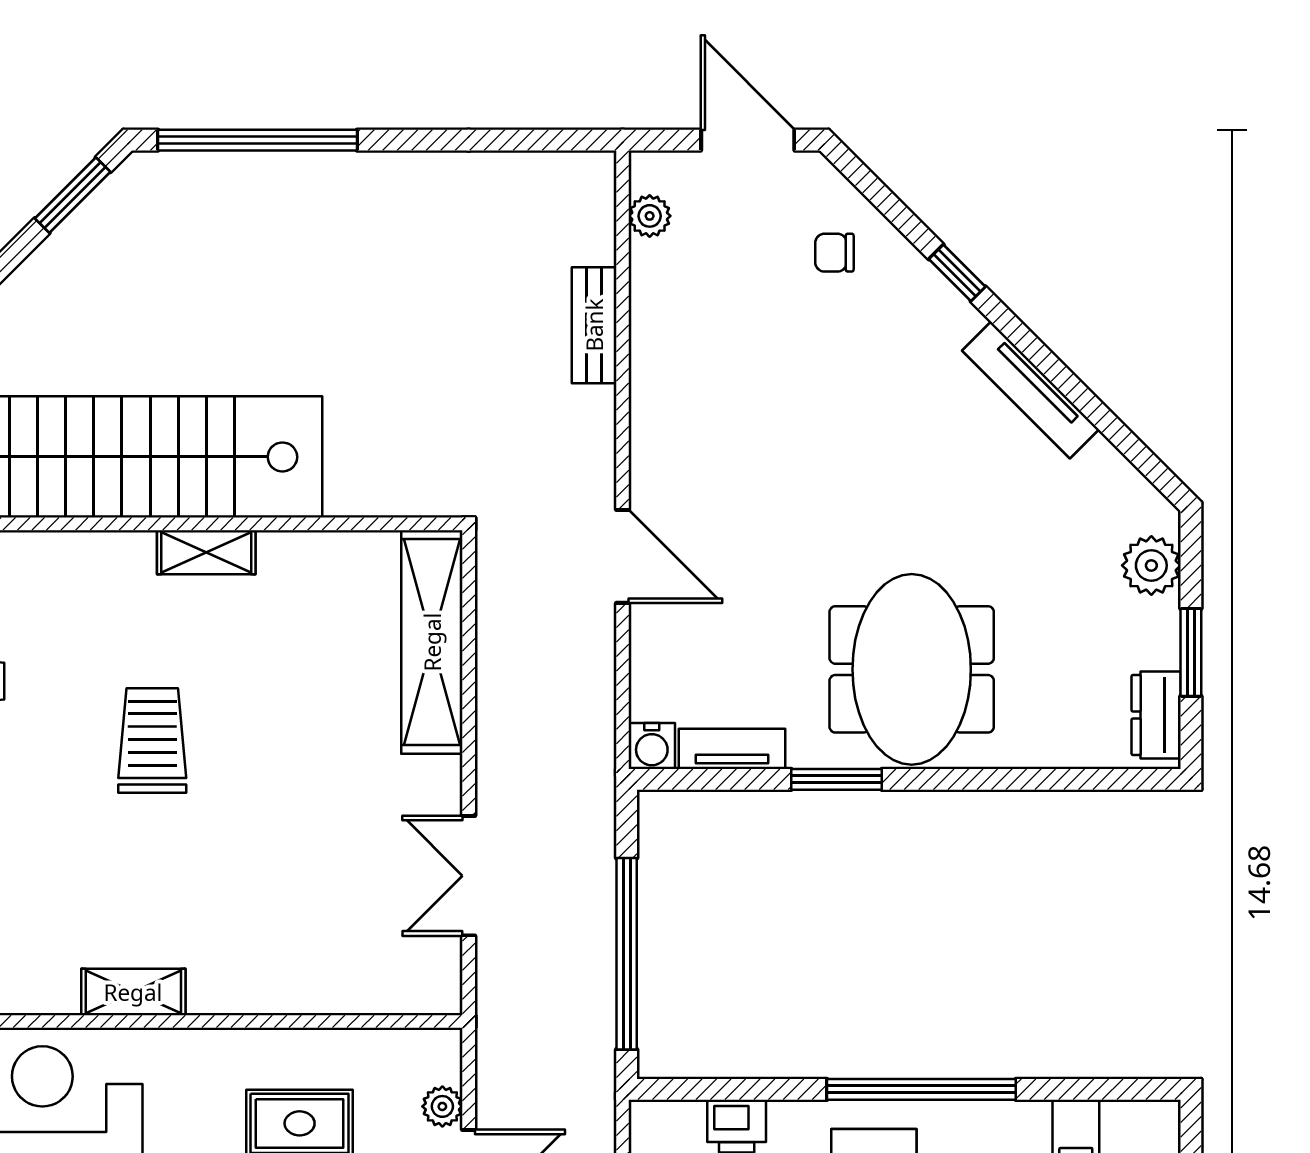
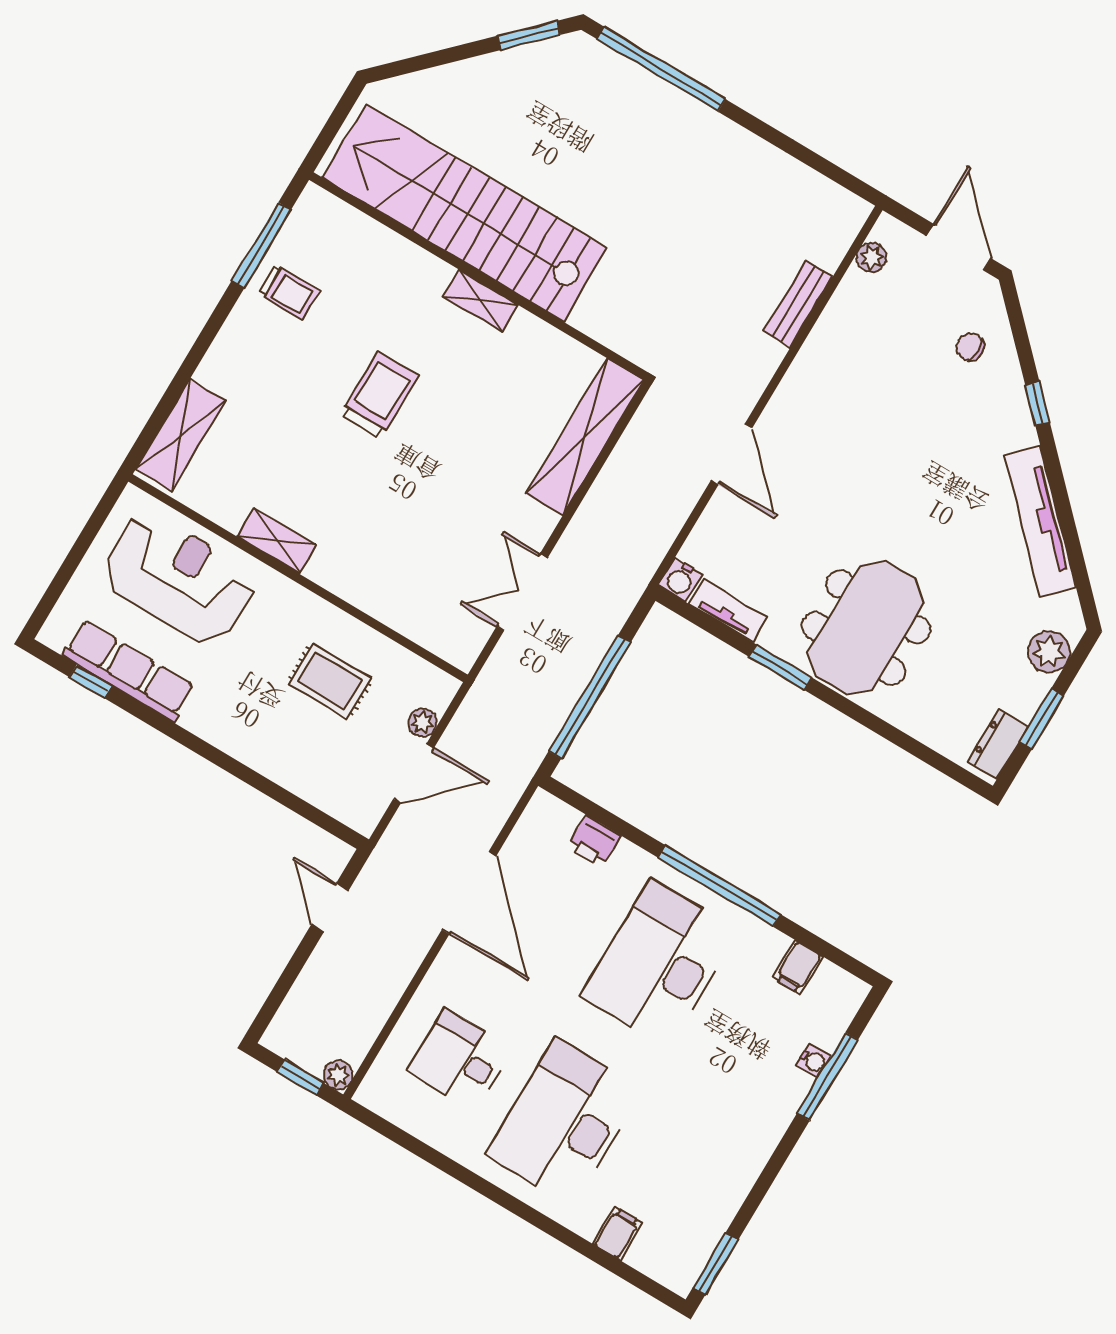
tv unit: (1030, 390) -> (1040, 521), width x1.36, depth x1.29

